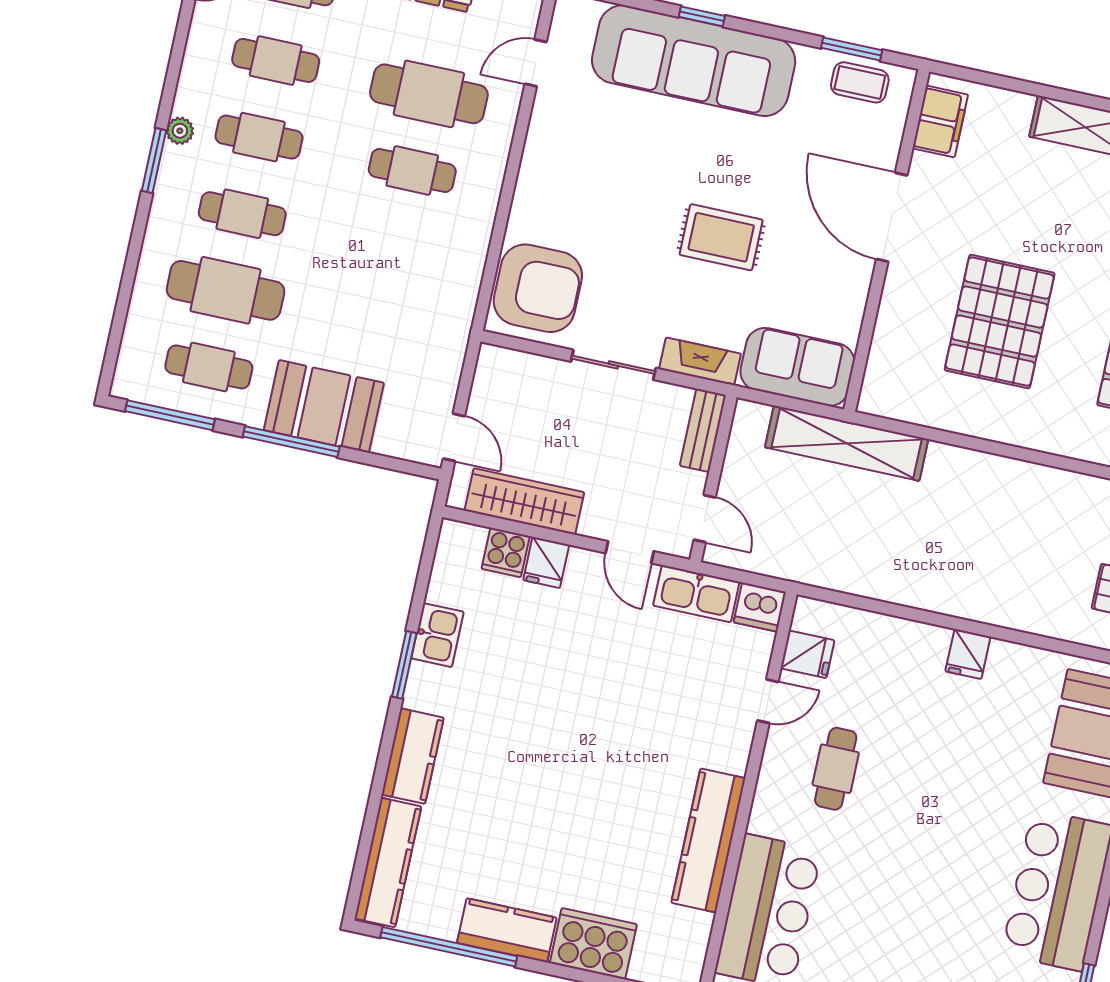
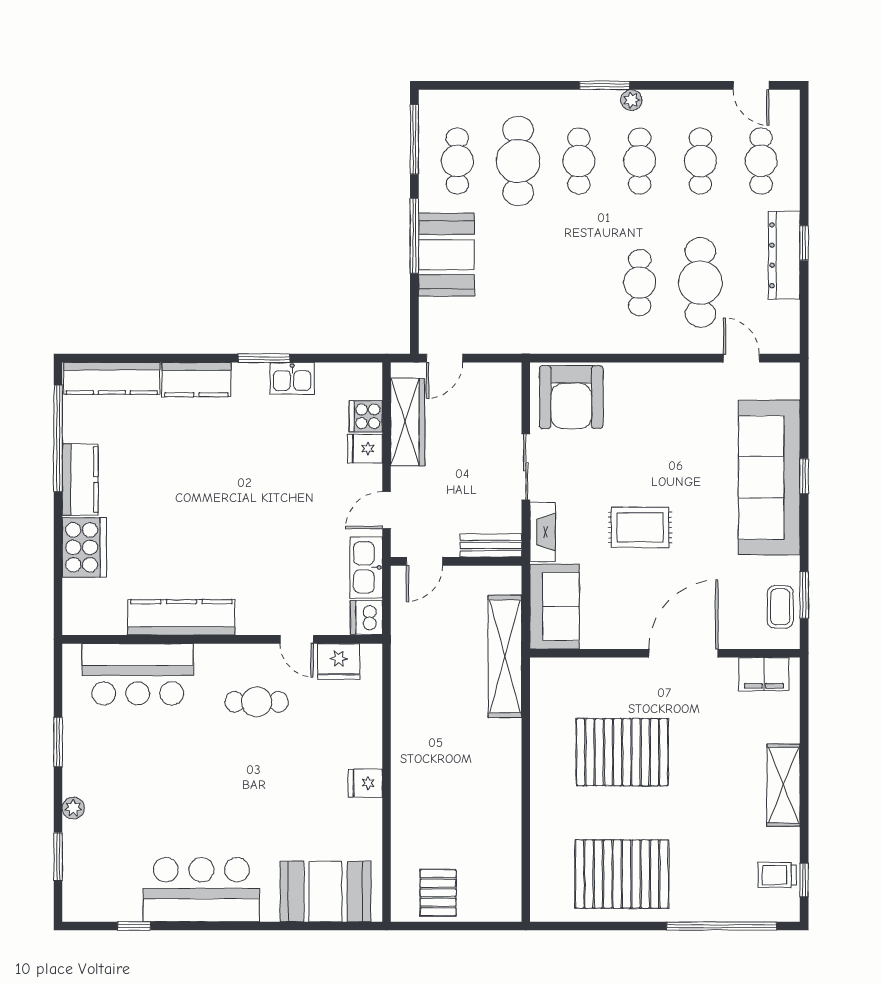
rug: (721, 237) -> (640, 527), turned 90
fridge: (807, 654) -> (339, 662), width x1.38

